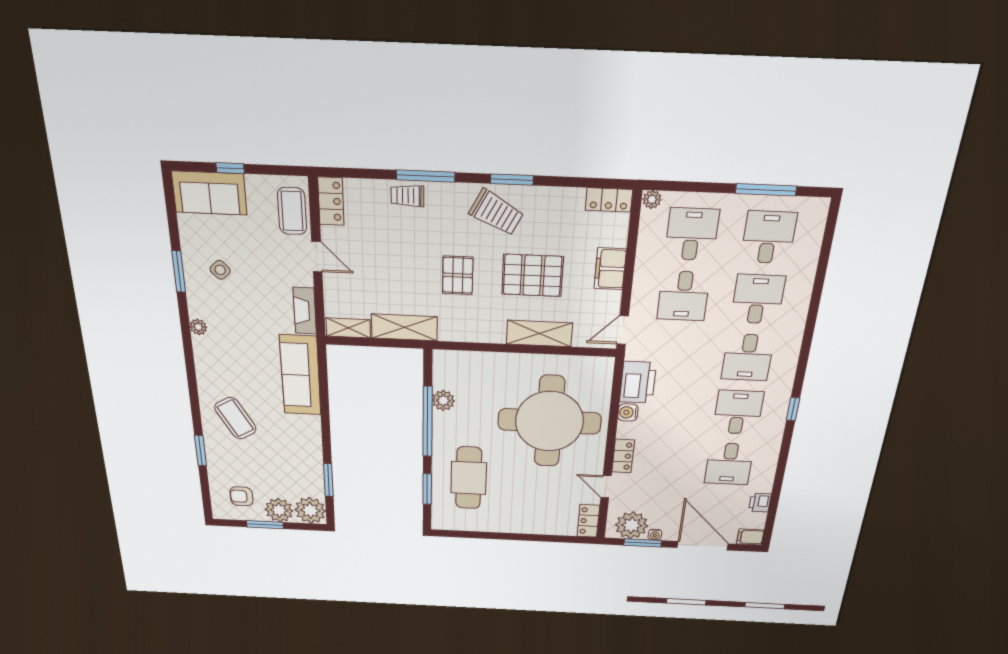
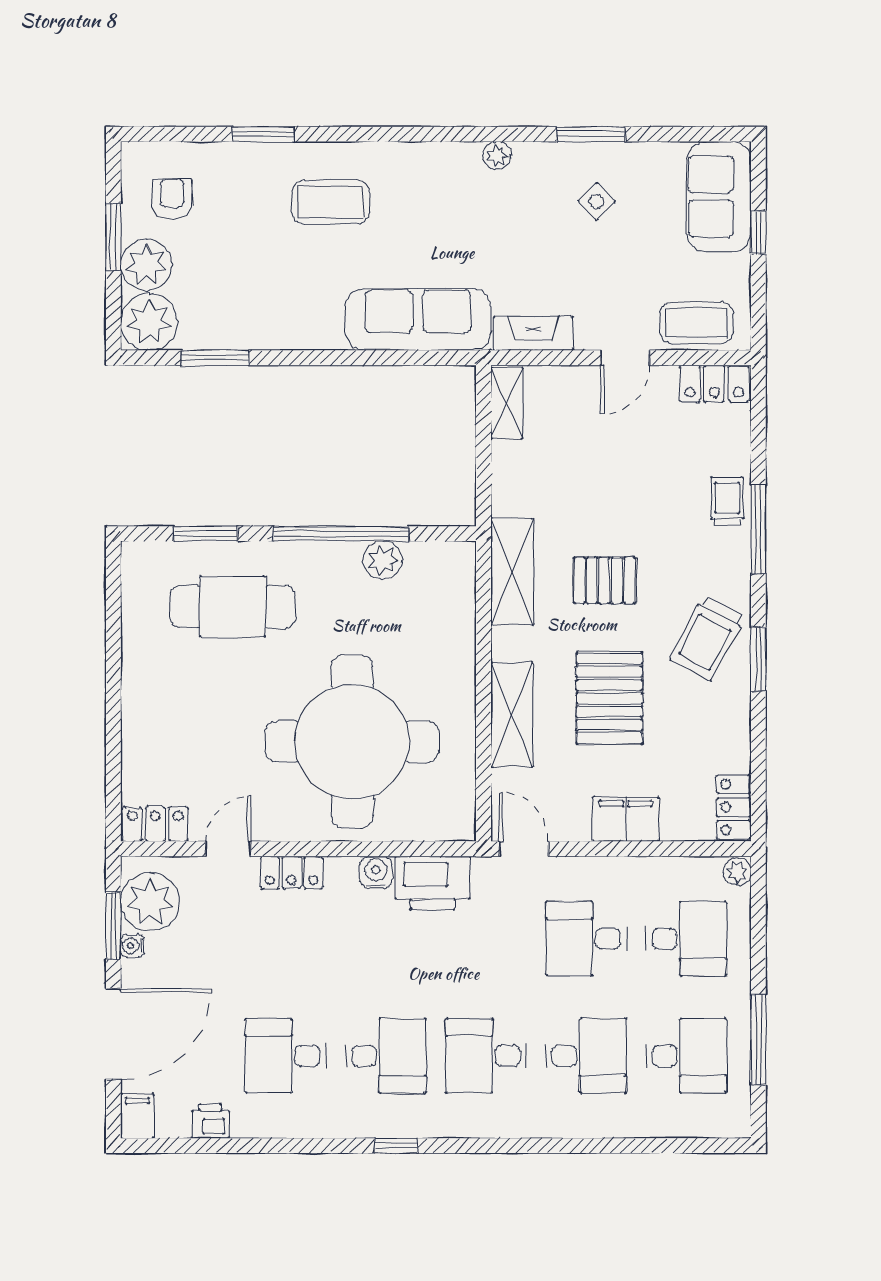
shelving: (404, 327) -> (512, 572), moved
coffee table: (235, 418) -> (331, 202), turned 30

